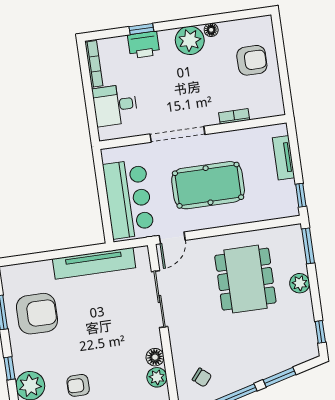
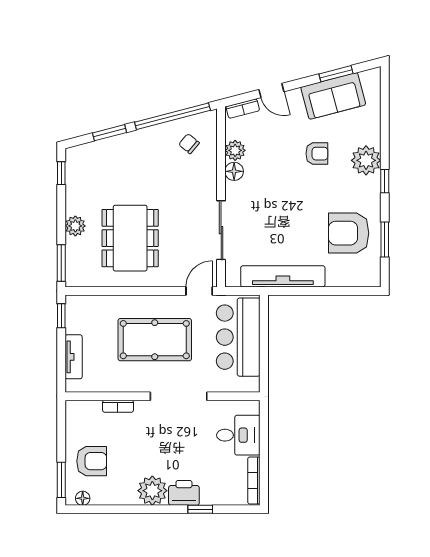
floor lamp: (211, 30) -> (83, 498), moved
window: (279, 38) -> (61, 480), added
printer: (144, 45) -> (184, 493), moved
armchair: (252, 60) -> (92, 461), turned 180

